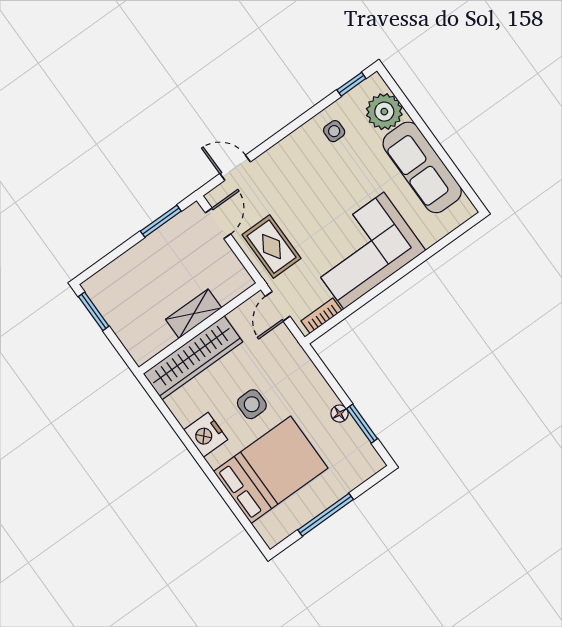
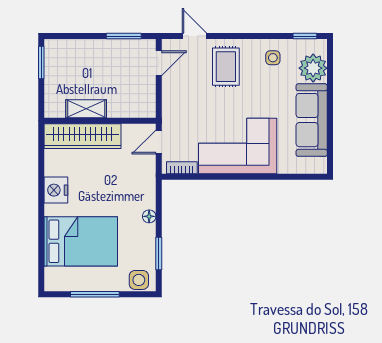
rug: (271, 247) -> (226, 67), moved
shelving: (194, 314) -> (86, 109), moved
side table: (252, 404) -> (139, 280), moved
floor lamp: (340, 414) -> (149, 216), moved

